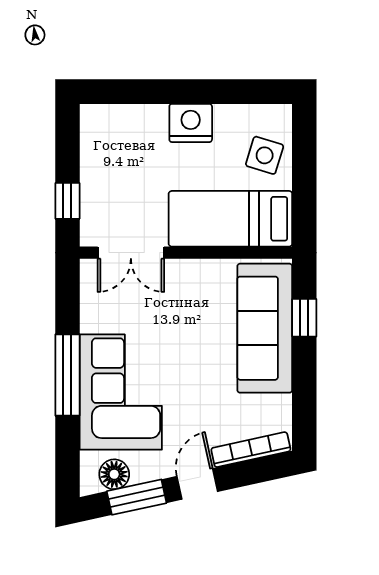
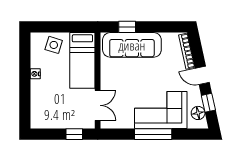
nightstand: (191, 123) -> (35, 74), width x0.53, depth x0.56
window: (137, 497) -> (208, 103), width x0.67

